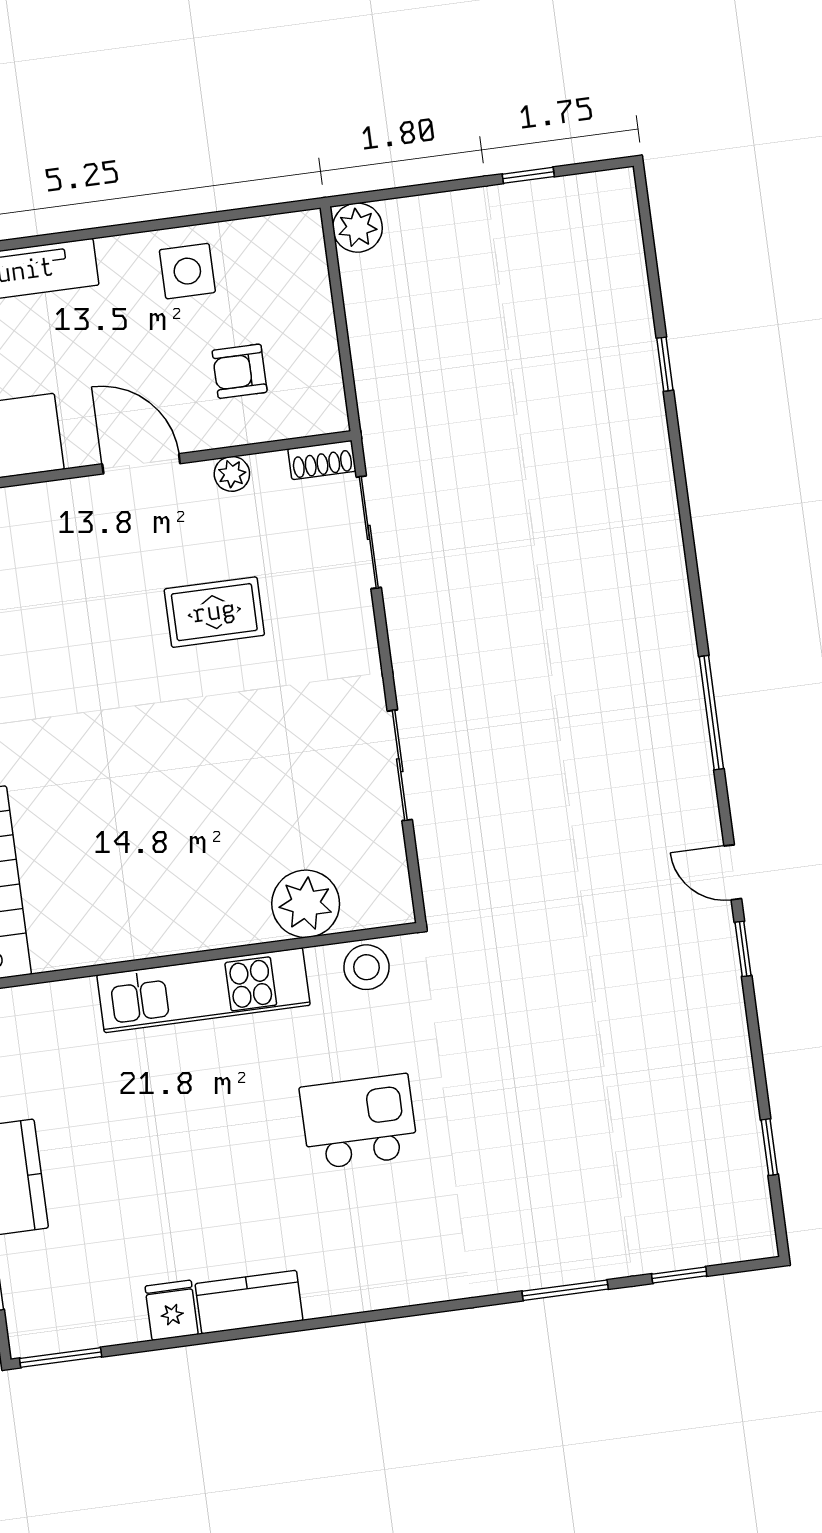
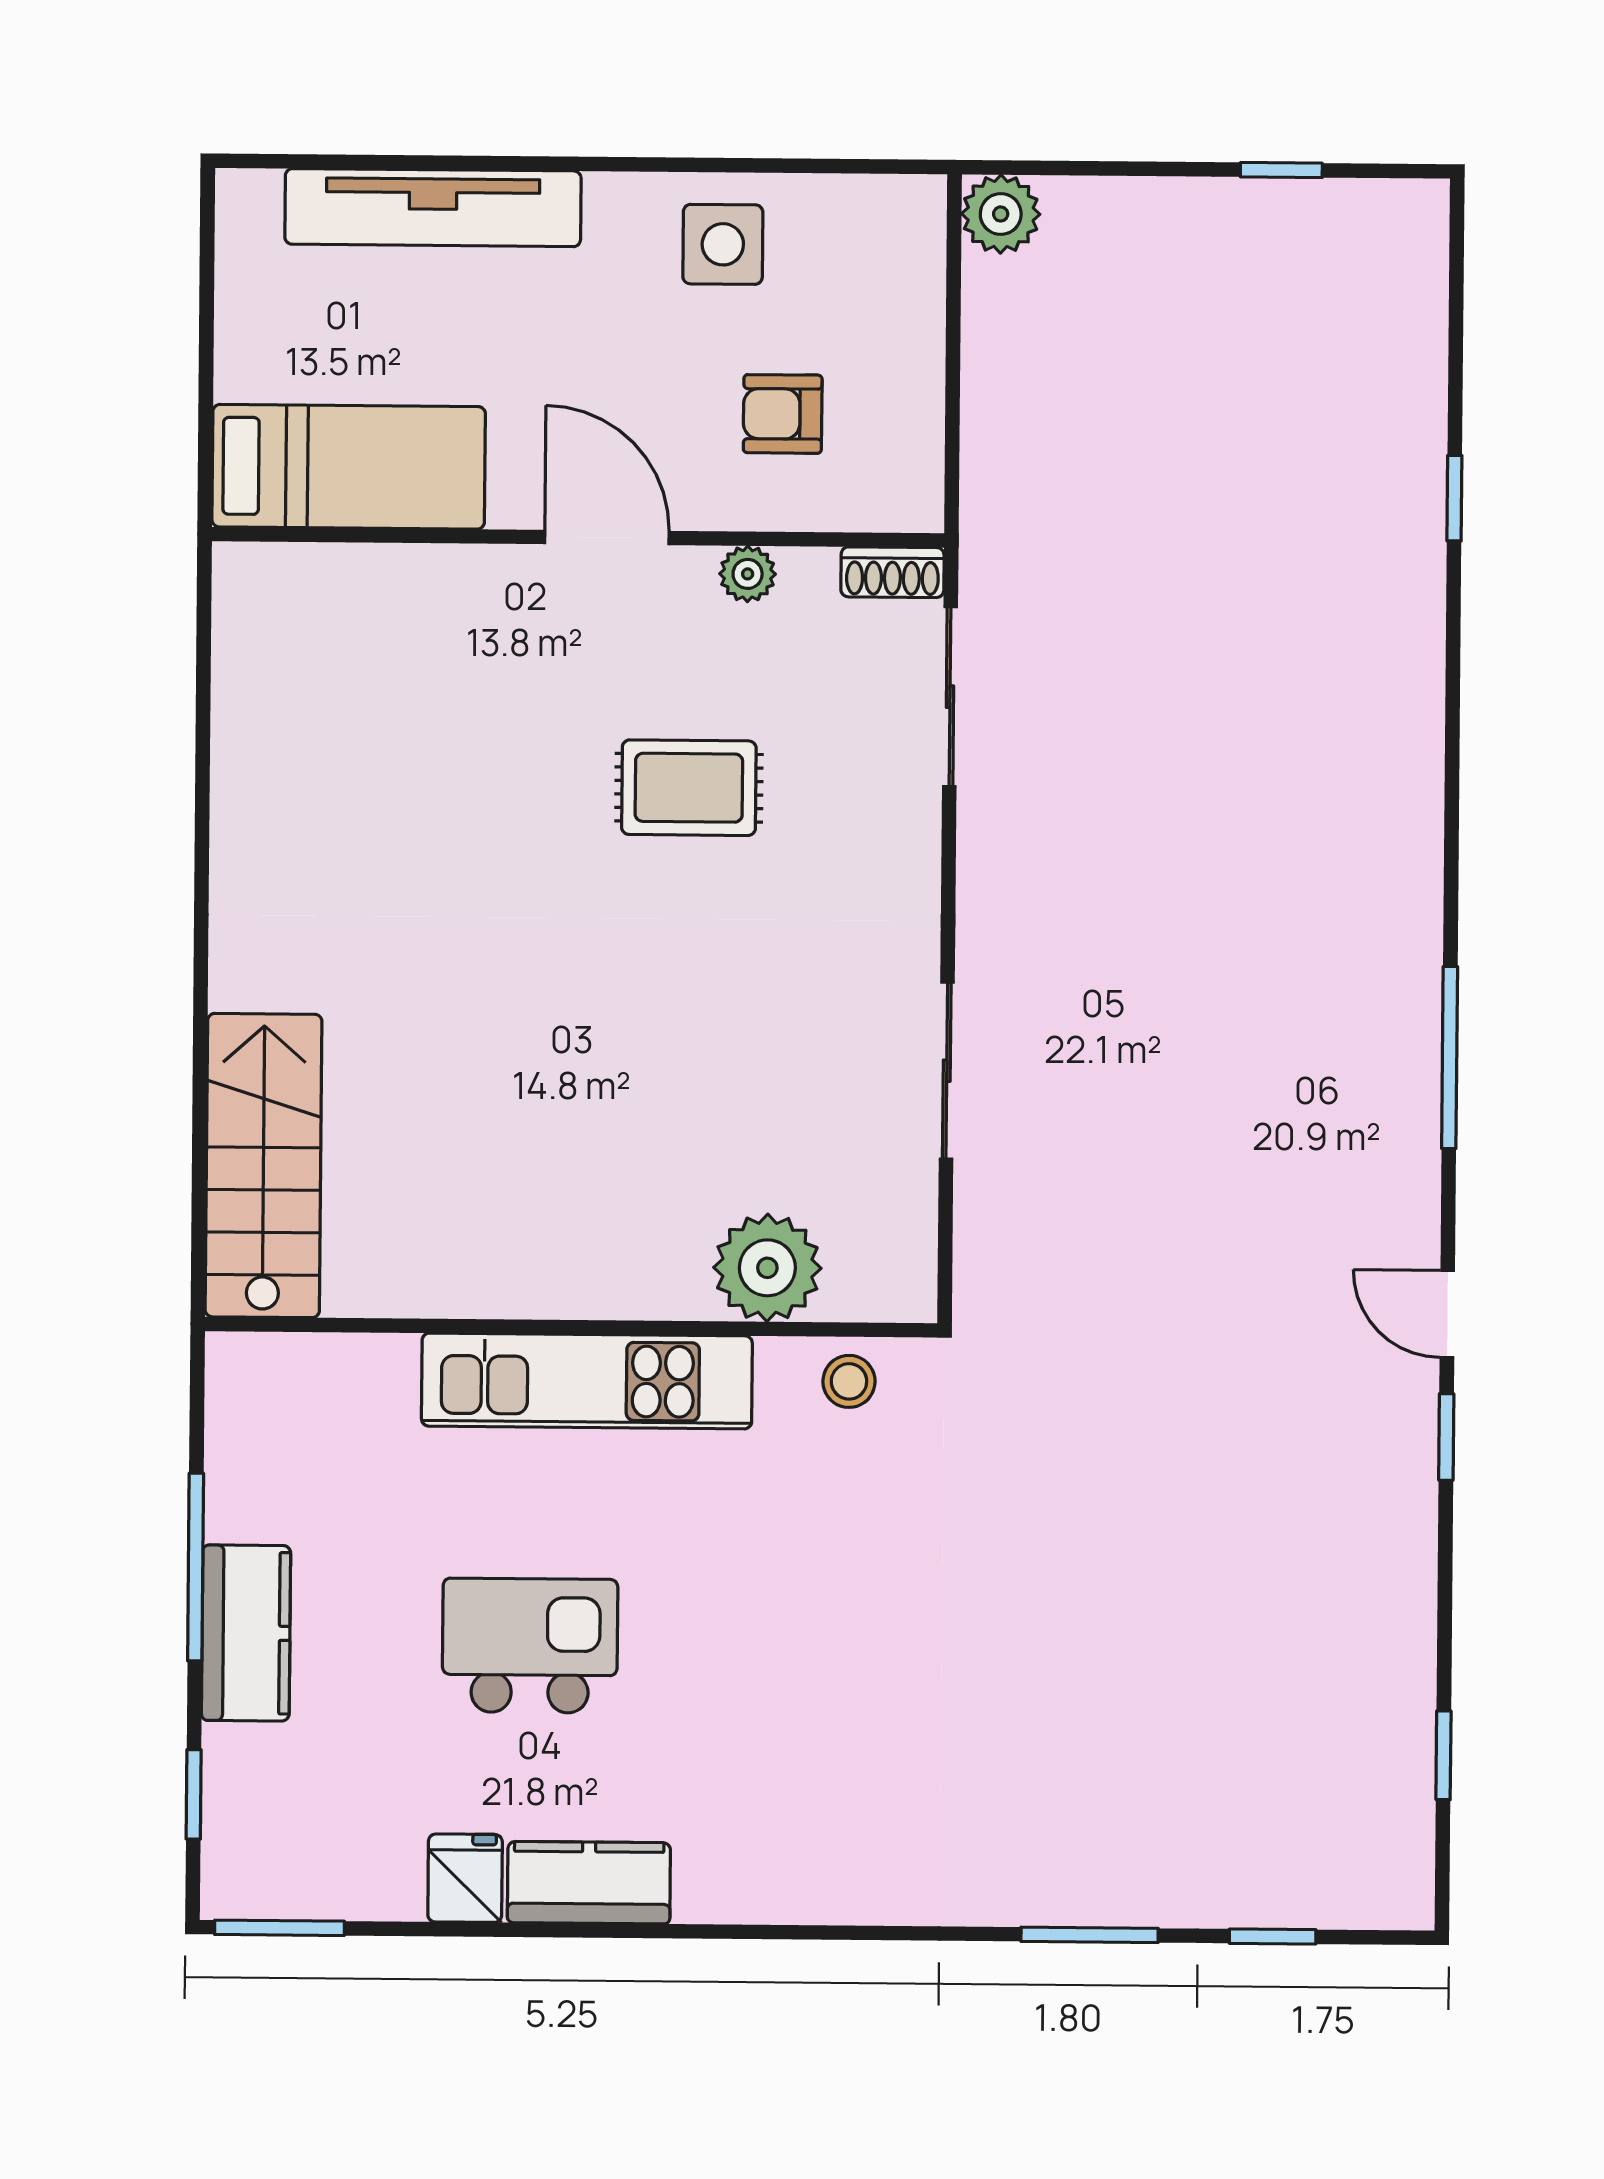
stool: (367, 967) -> (849, 1381), width x0.73, depth x0.73
kitchen island: (359, 1122) -> (530, 1646), moved

